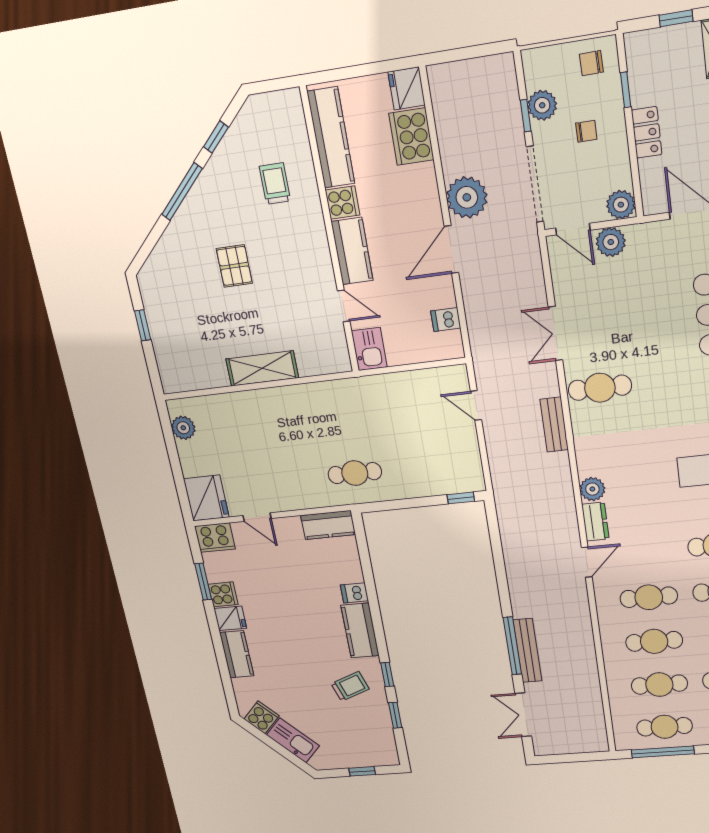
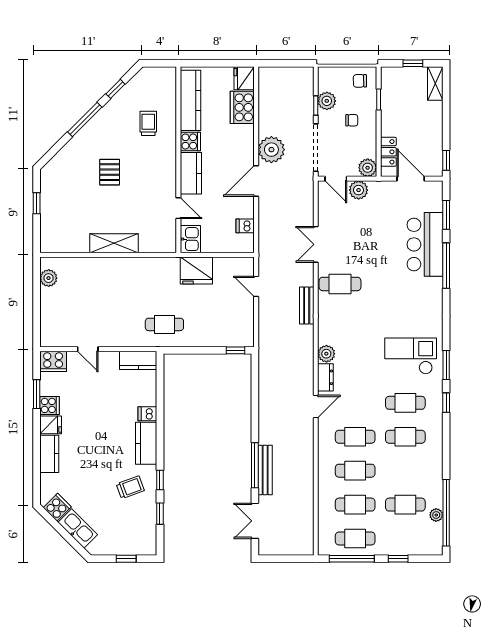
locker: (647, 132) -> (388, 152), moved
fridge: (206, 498) -> (196, 270), moved, turned 90

